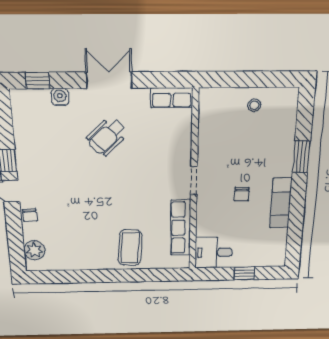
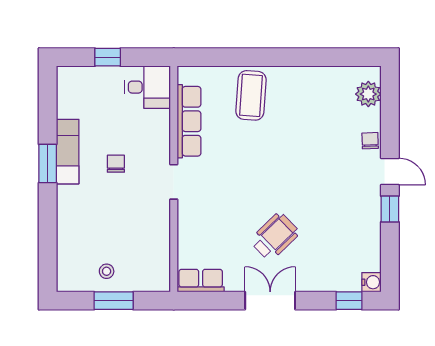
window: (249, 79) -> (114, 301), added
double door: (109, 80) -> (270, 301), swing flipped
water cooler: (60, 97) -> (371, 282), moved, turned -90
window: (301, 157) -> (48, 163), moved

